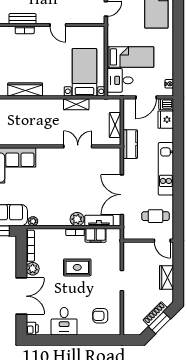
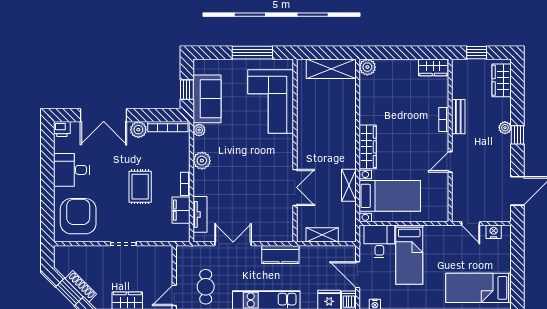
wardrobe: (25, 89) -> (368, 147), moved
kitchen counter: (130, 144) -> (280, 255), moved
double door: (122, 195) -> (233, 244), width x0.73
plant: (77, 219) -> (202, 161), moved
armchair: (100, 316) -> (78, 216), width x1.88, depth x1.88

